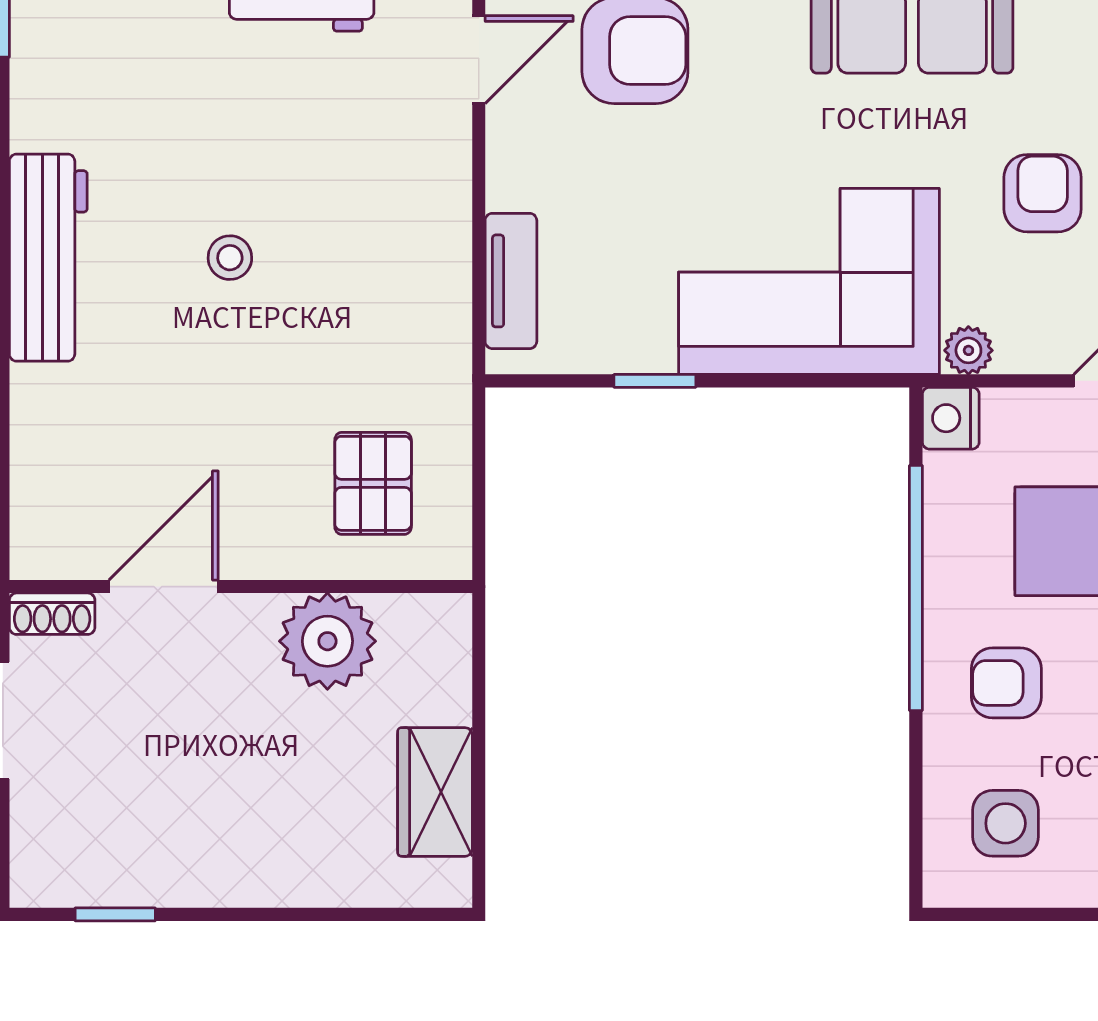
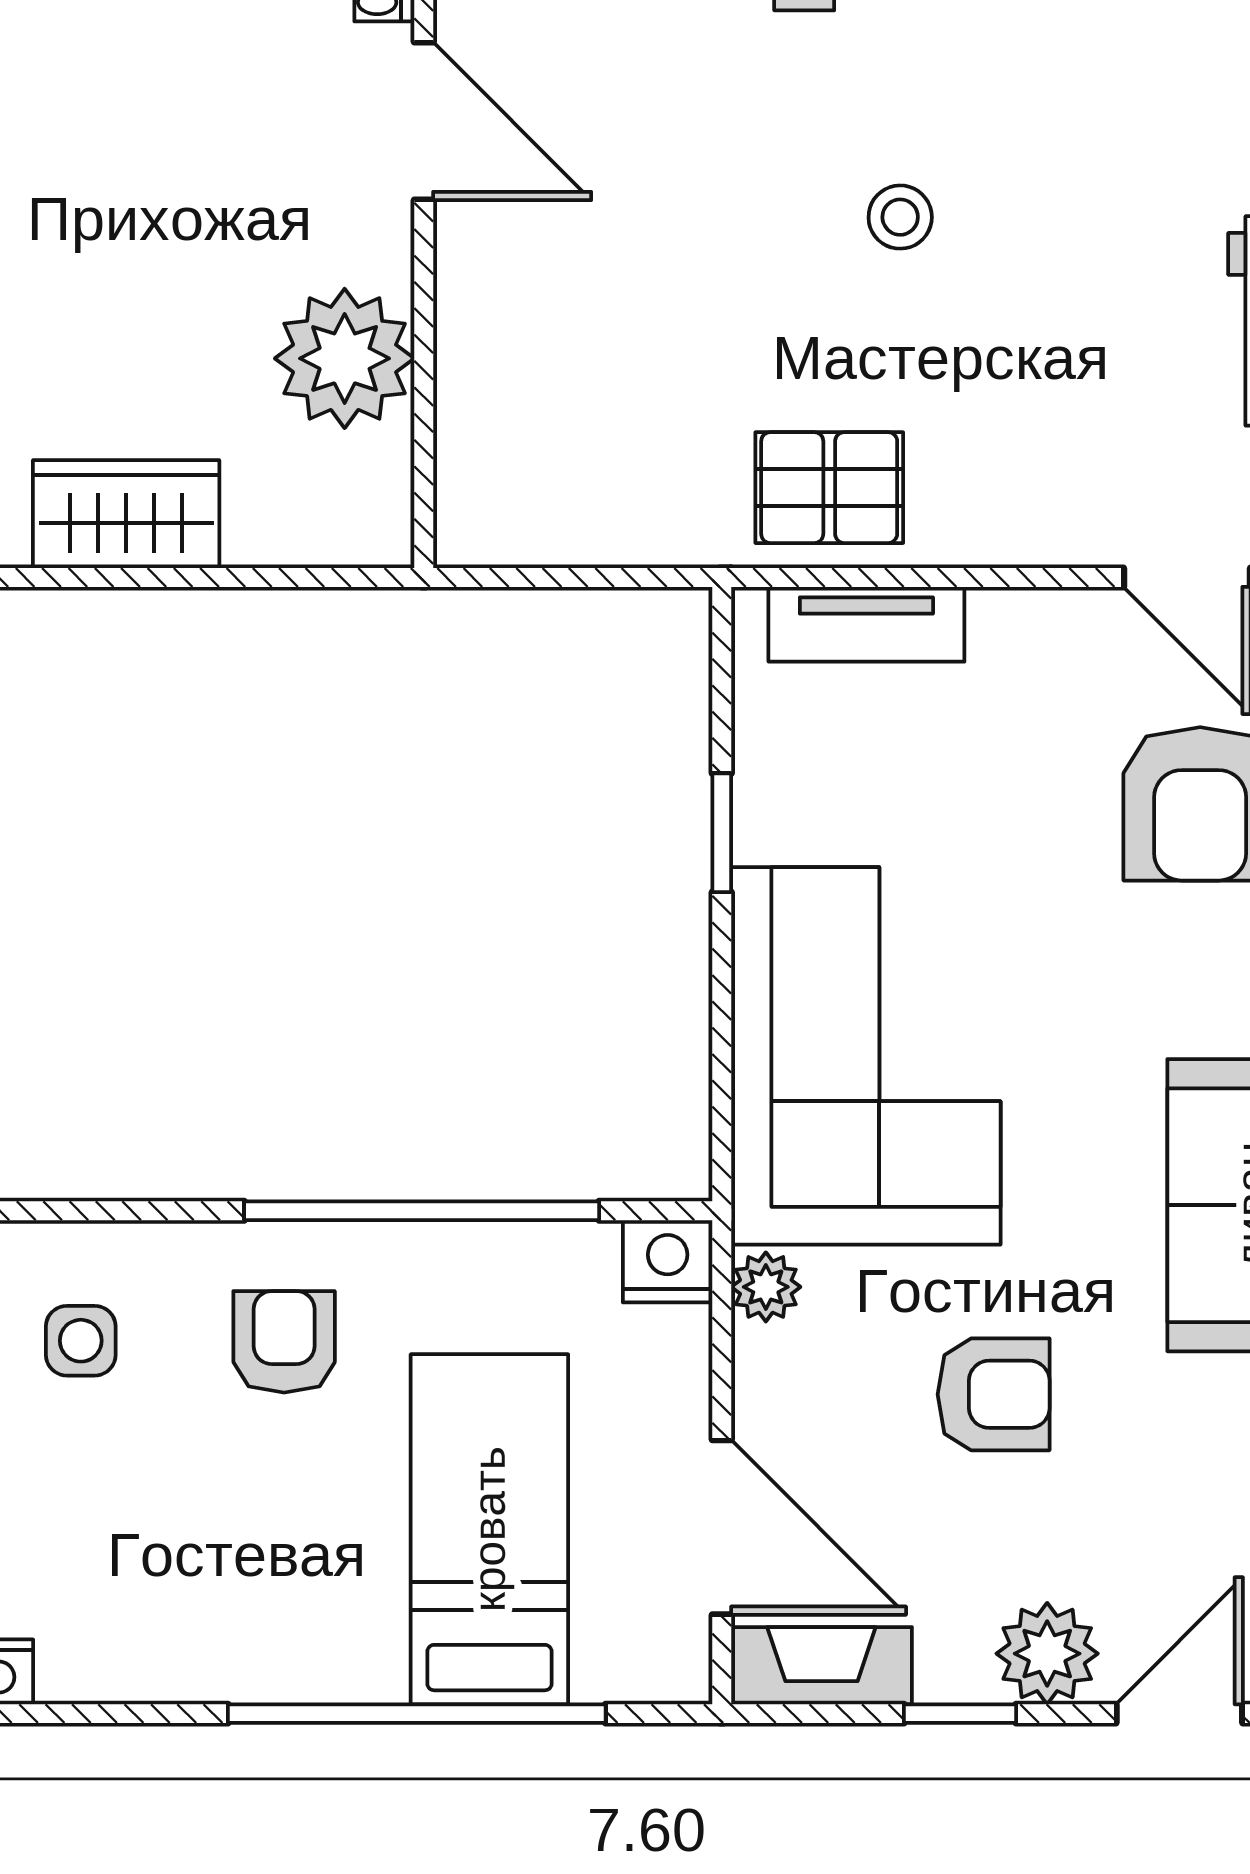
pallet: (373, 483) -> (829, 488), moved
side table: (1006, 823) -> (81, 1341), width x0.73, depth x0.73

